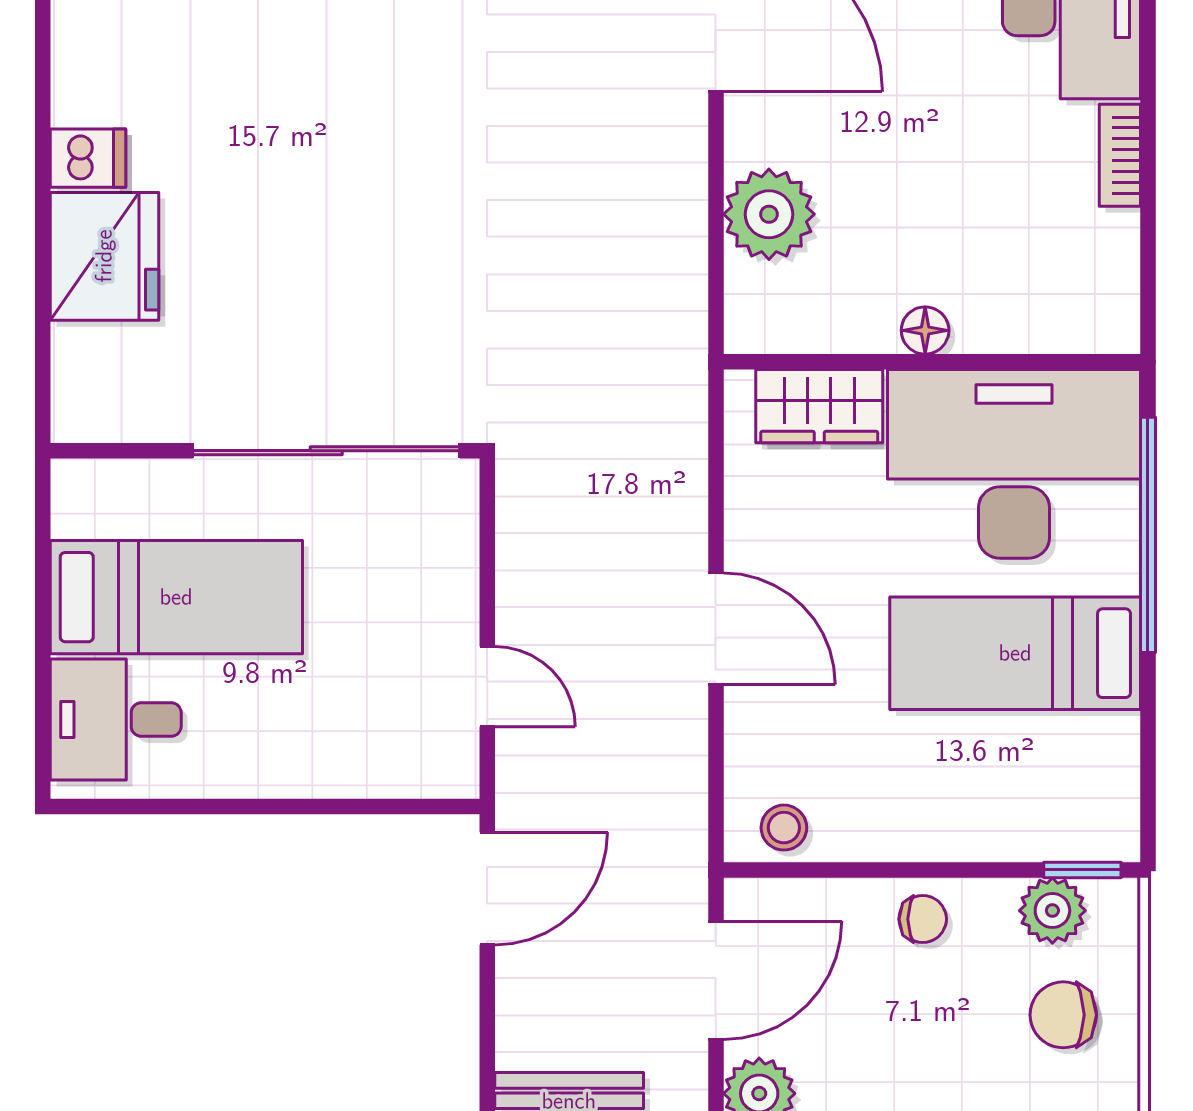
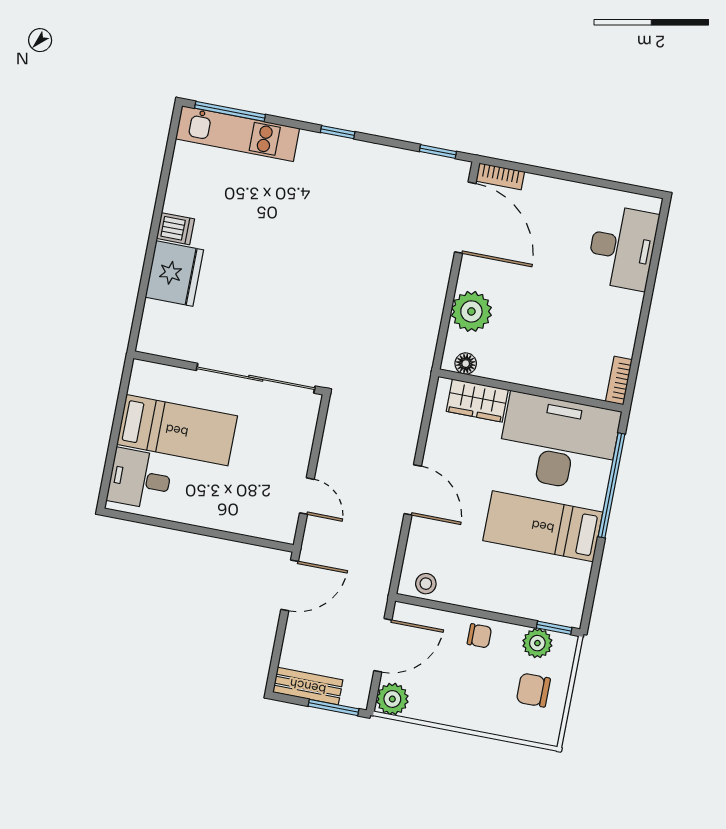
bookcase: (1120, 155) -> (619, 381), moved
floor lamp: (925, 330) -> (466, 364), moved

